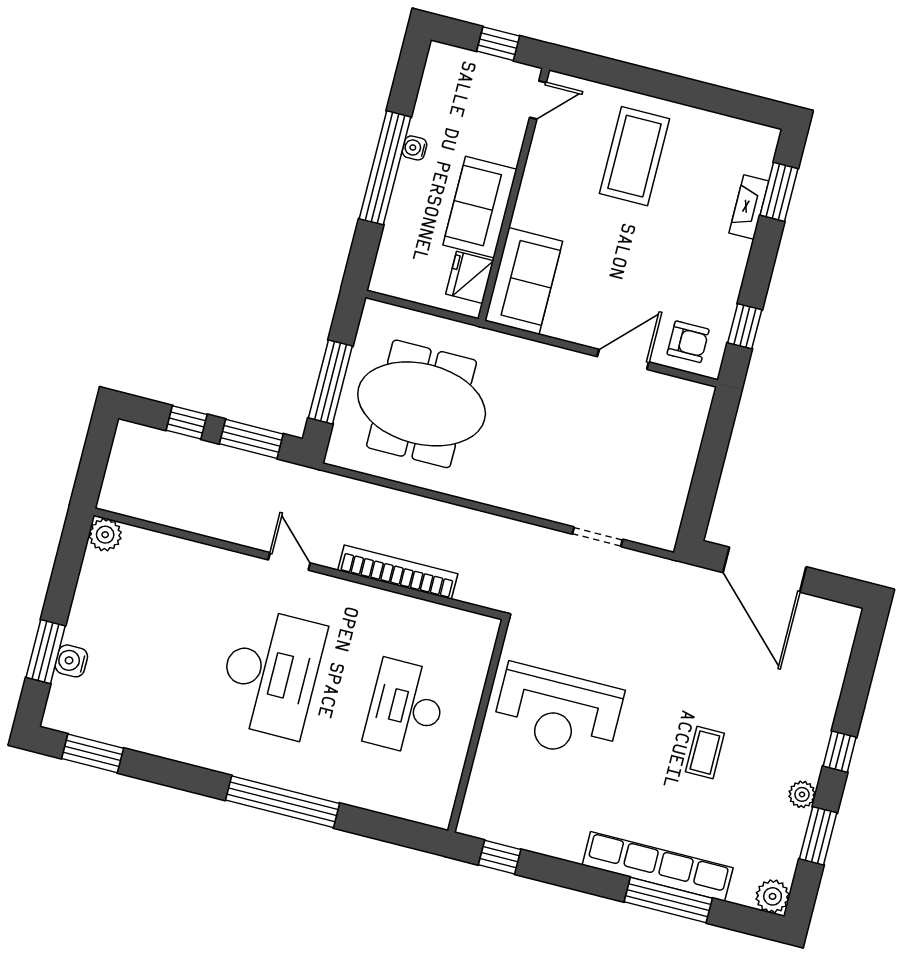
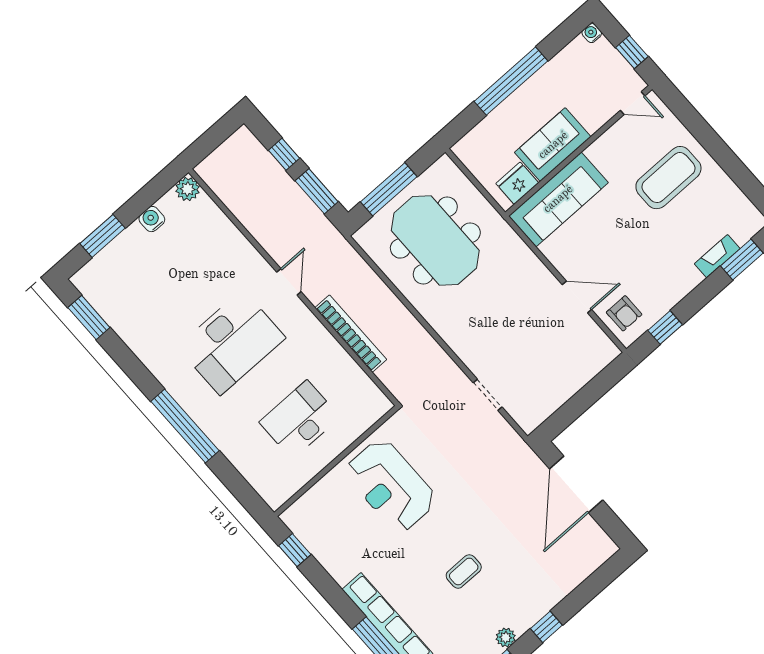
water cooler: (415, 148) -> (592, 33), moved
sofa: (524, 281) -> (558, 199), width x1.36
water cooler: (71, 661) -> (152, 219), moved

